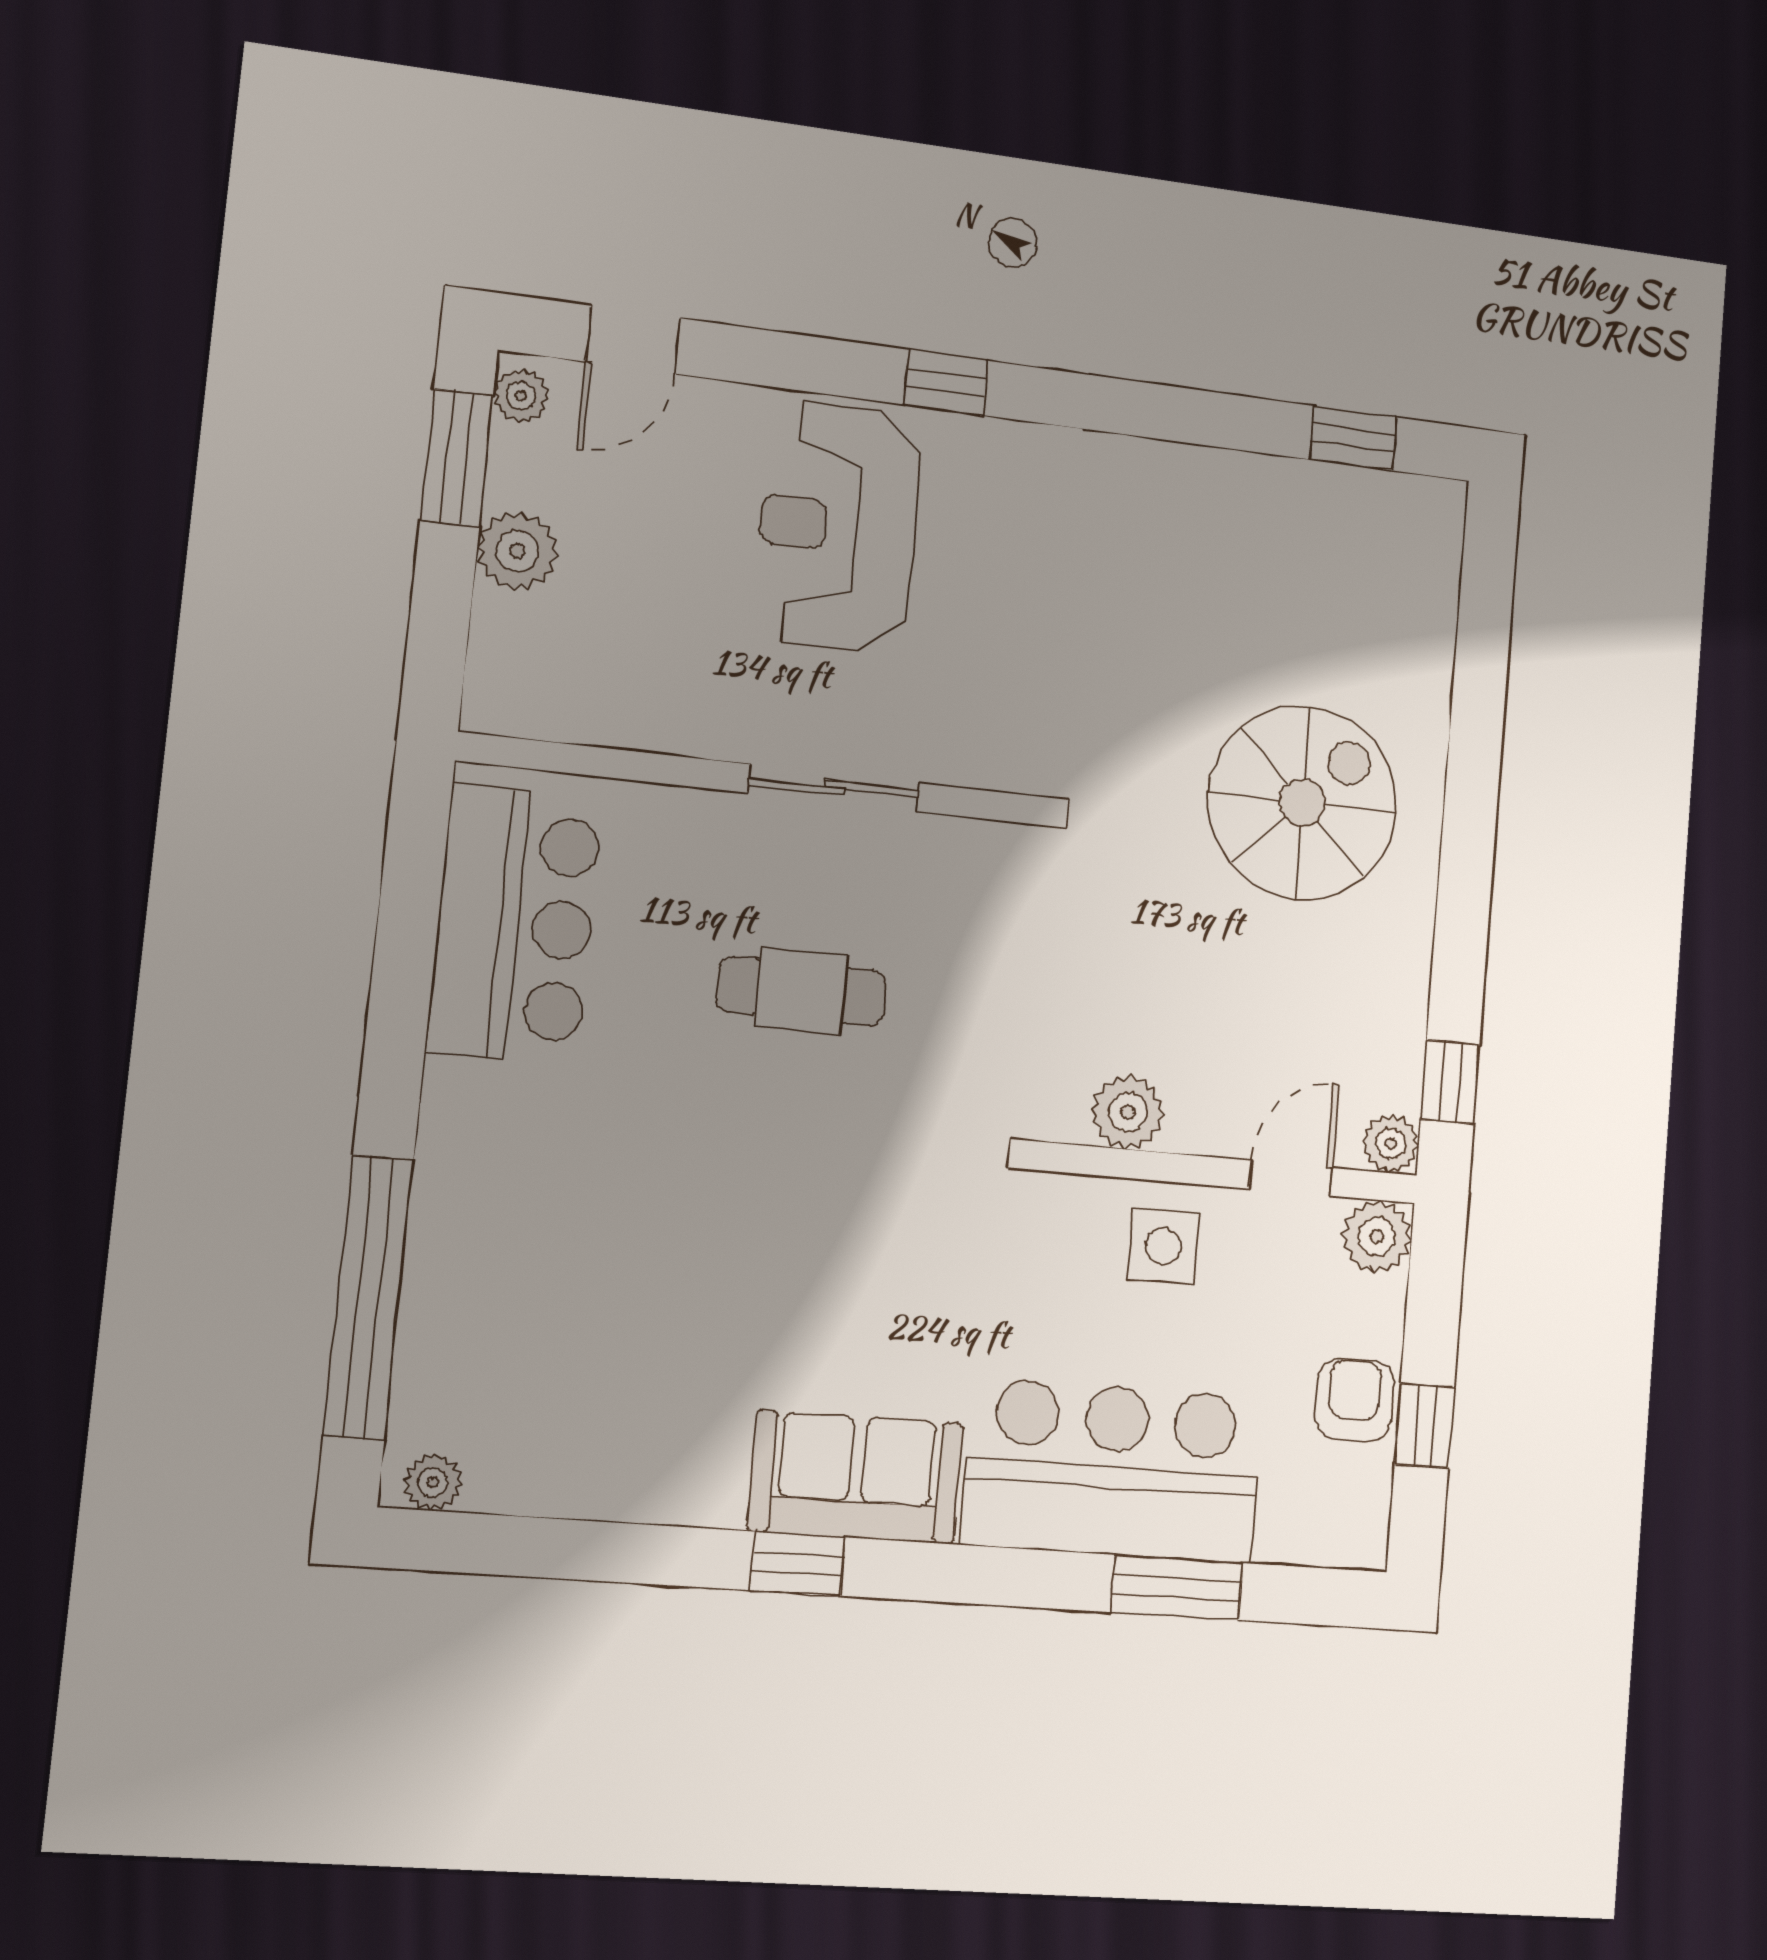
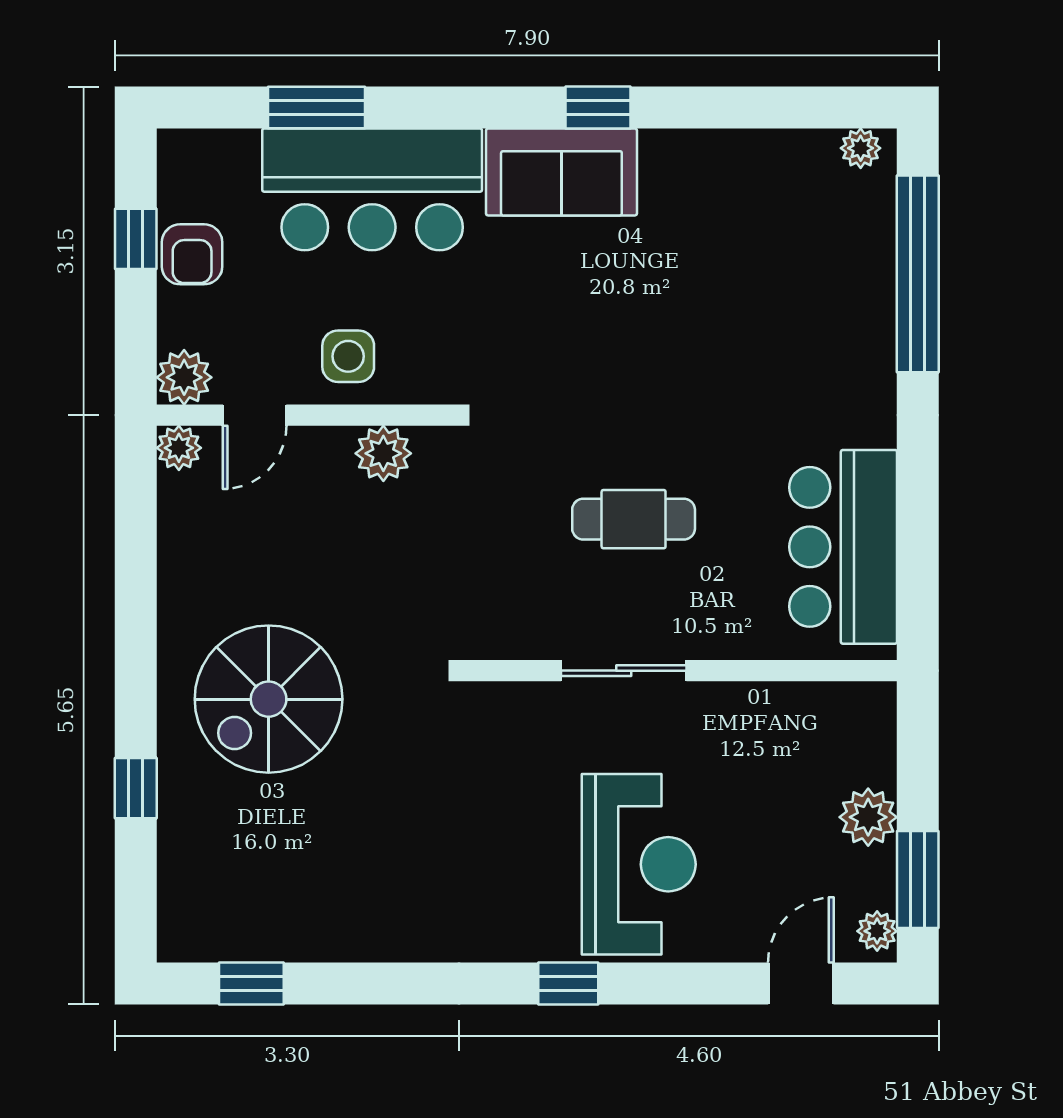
window: (1450, 1082) -> (136, 788), moved

